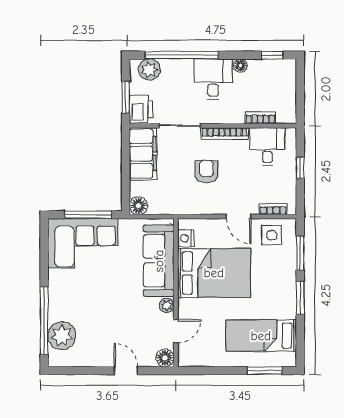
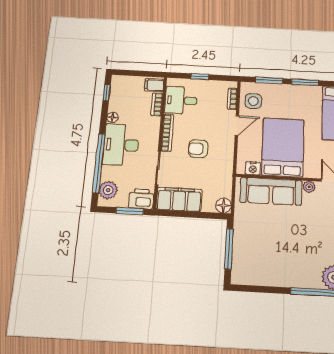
desk: (213, 79) -> (121, 145), width x1.37
filing cabinet: (286, 112) -> (154, 85), added
corner sofa: (83, 243) -> (254, 255), removed

